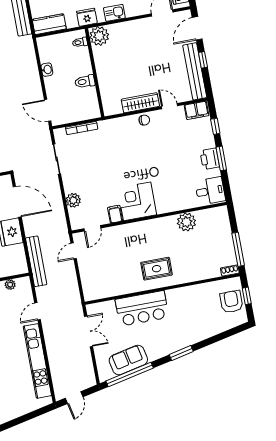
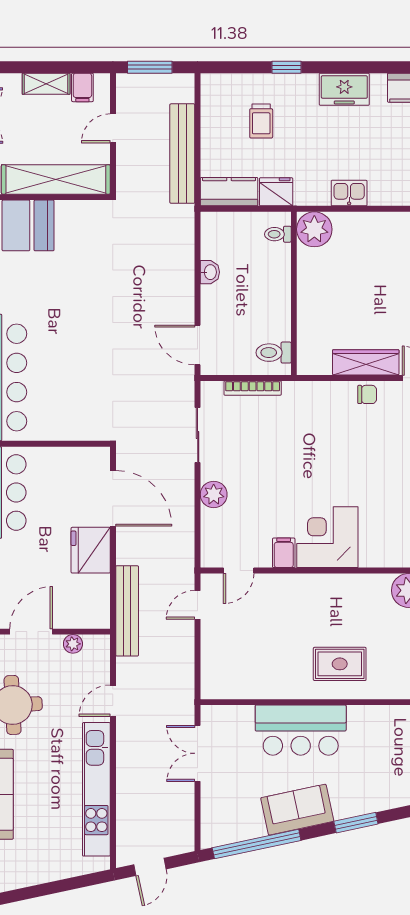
fridge: (87, 17) -> (276, 192), moved
toilet: (85, 82) -> (274, 353), moved
plant: (73, 200) -> (214, 494), moved
double door: (89, 331) -> (198, 753), swing flipped
sofa: (128, 360) -> (297, 810), moved

